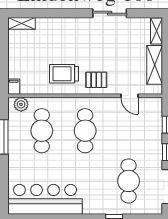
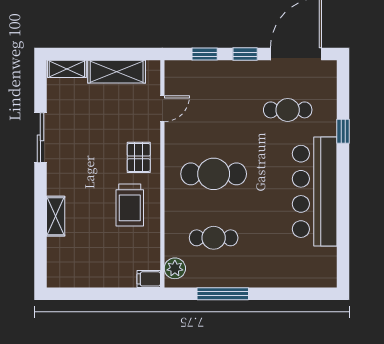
shelving: (21, 23) -> (56, 216), moved
cafe table: (42, 131) -> (214, 238), width x0.73, depth x0.74
cafe table: (129, 181) -> (288, 110), width x0.73, depth x0.74
bar counter: (45, 199) -> (315, 191), moved

